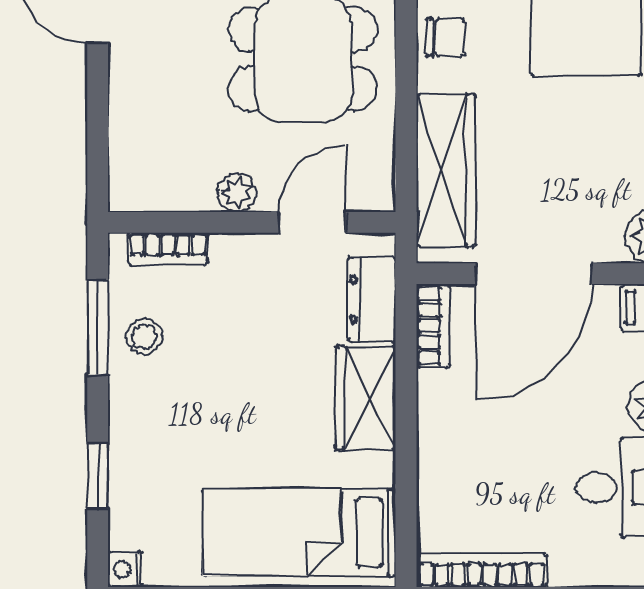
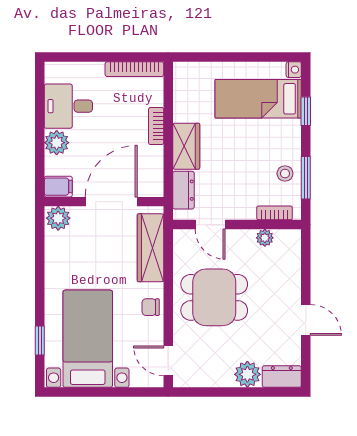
plant: (237, 193) -> (265, 238), moved
door: (312, 222) -> (210, 225), hinge flipped
bookcase: (433, 326) -> (156, 126), moved
bed: (299, 533) -> (258, 99), moved, turned 180

